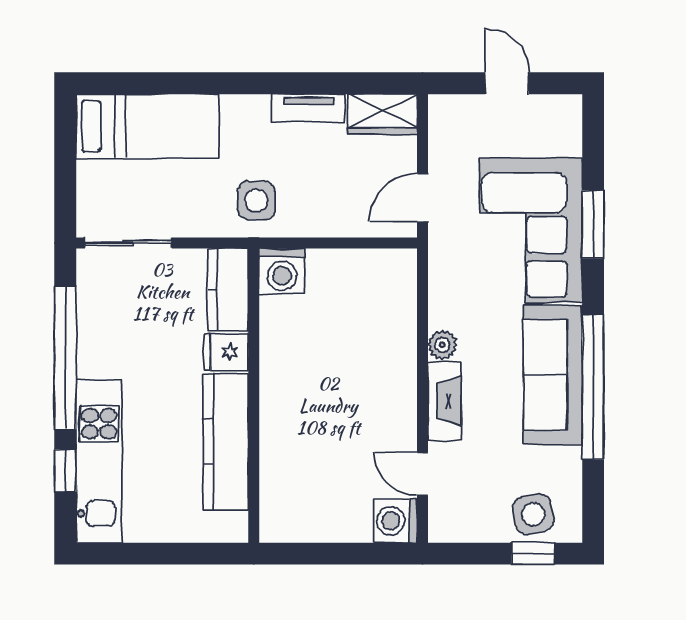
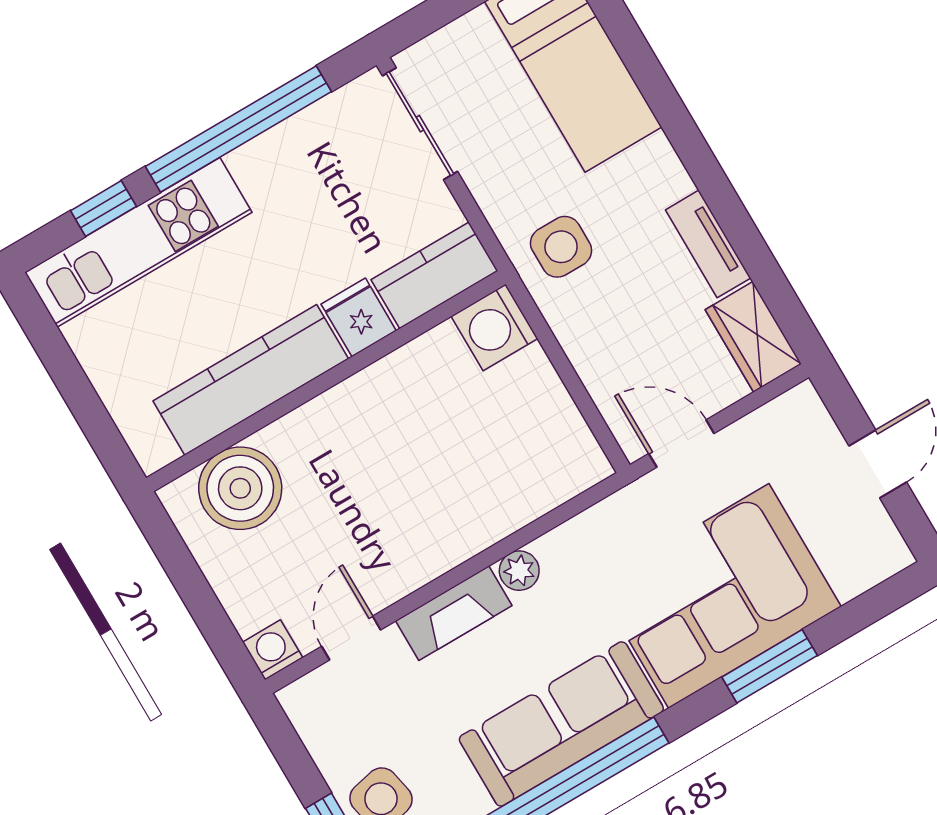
boiler: (289, 488) -> (240, 488), added
washing machine: (395, 521) -> (273, 650), width x0.73, depth x0.73

